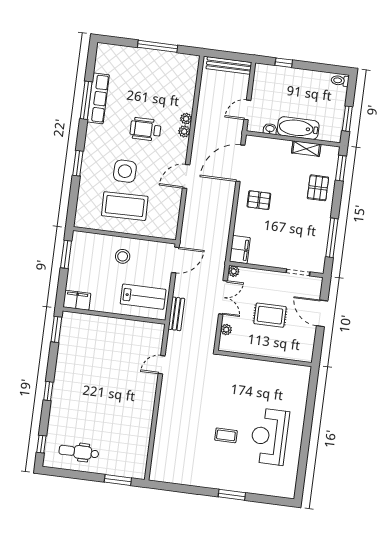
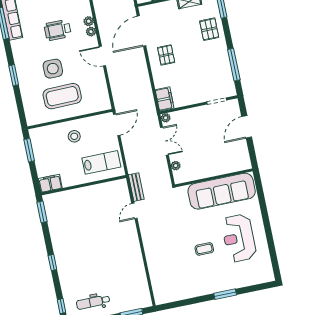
plant: (186, 119) -> (91, 32), moved
door: (186, 176) -> (102, 56), hinge flipped
pallet: (259, 200) -> (166, 55), turned 90
door: (322, 313) -> (247, 127), hinge flipped
bench: (176, 314) -> (136, 187), moved
rug: (270, 315) -> (206, 142), removed
sofa: (268, 377) -> (222, 191), added

